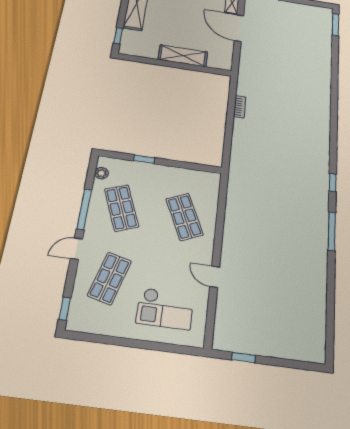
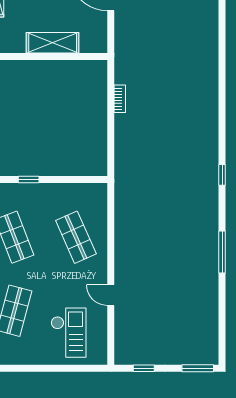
window: (332, 231) -> (222, 252), moved
checkout: (165, 309) -> (69, 333), turned -90
window: (303, 365) -> (198, 368), added

